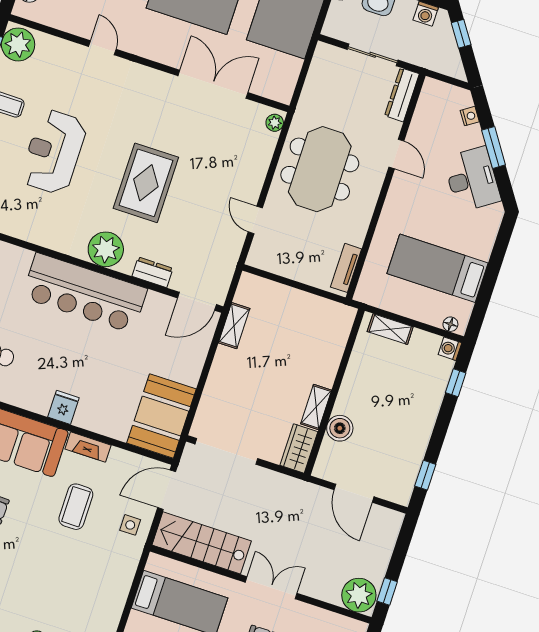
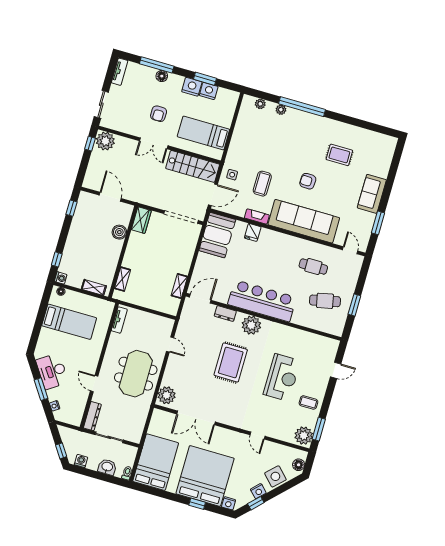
plant: (275, 123) -> (167, 395), width x1.87, depth x1.87
fridge: (63, 407) -> (253, 232), moved
shelving: (316, 407) -> (122, 279), moved

